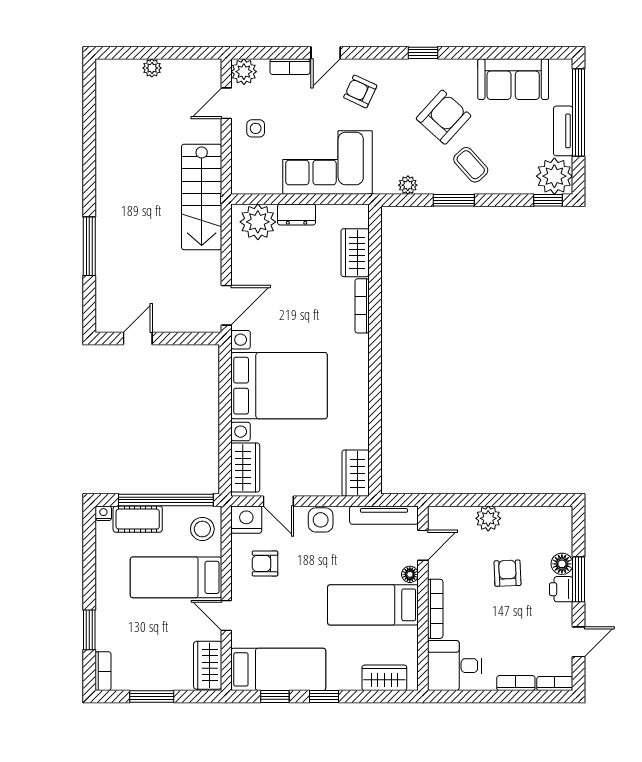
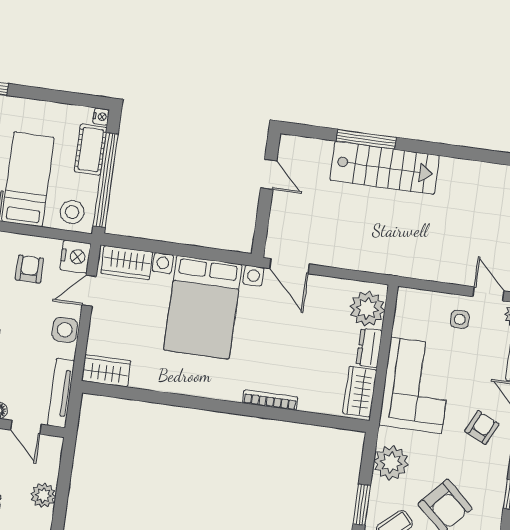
plant: (408, 185) -> (391, 463), width x1.88, depth x1.88
stairs: (202, 197) -> (384, 168), moved, turned 180
wardrobe: (355, 253) -> (360, 392), moved, turned -90

